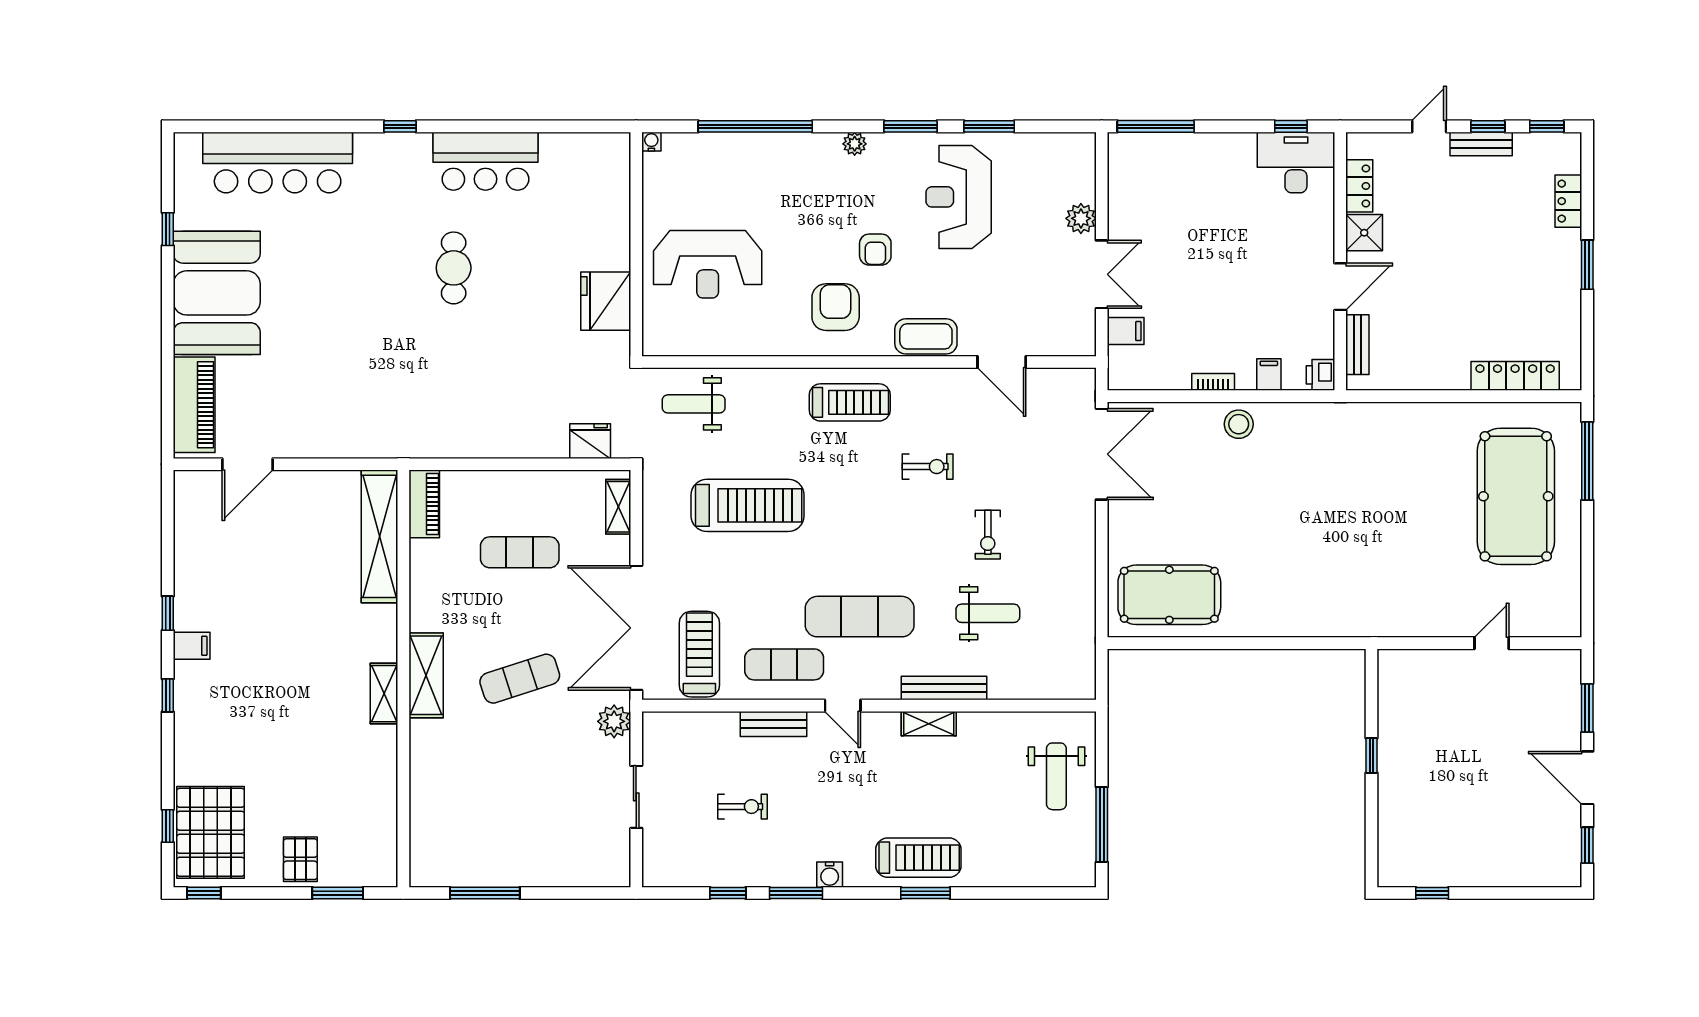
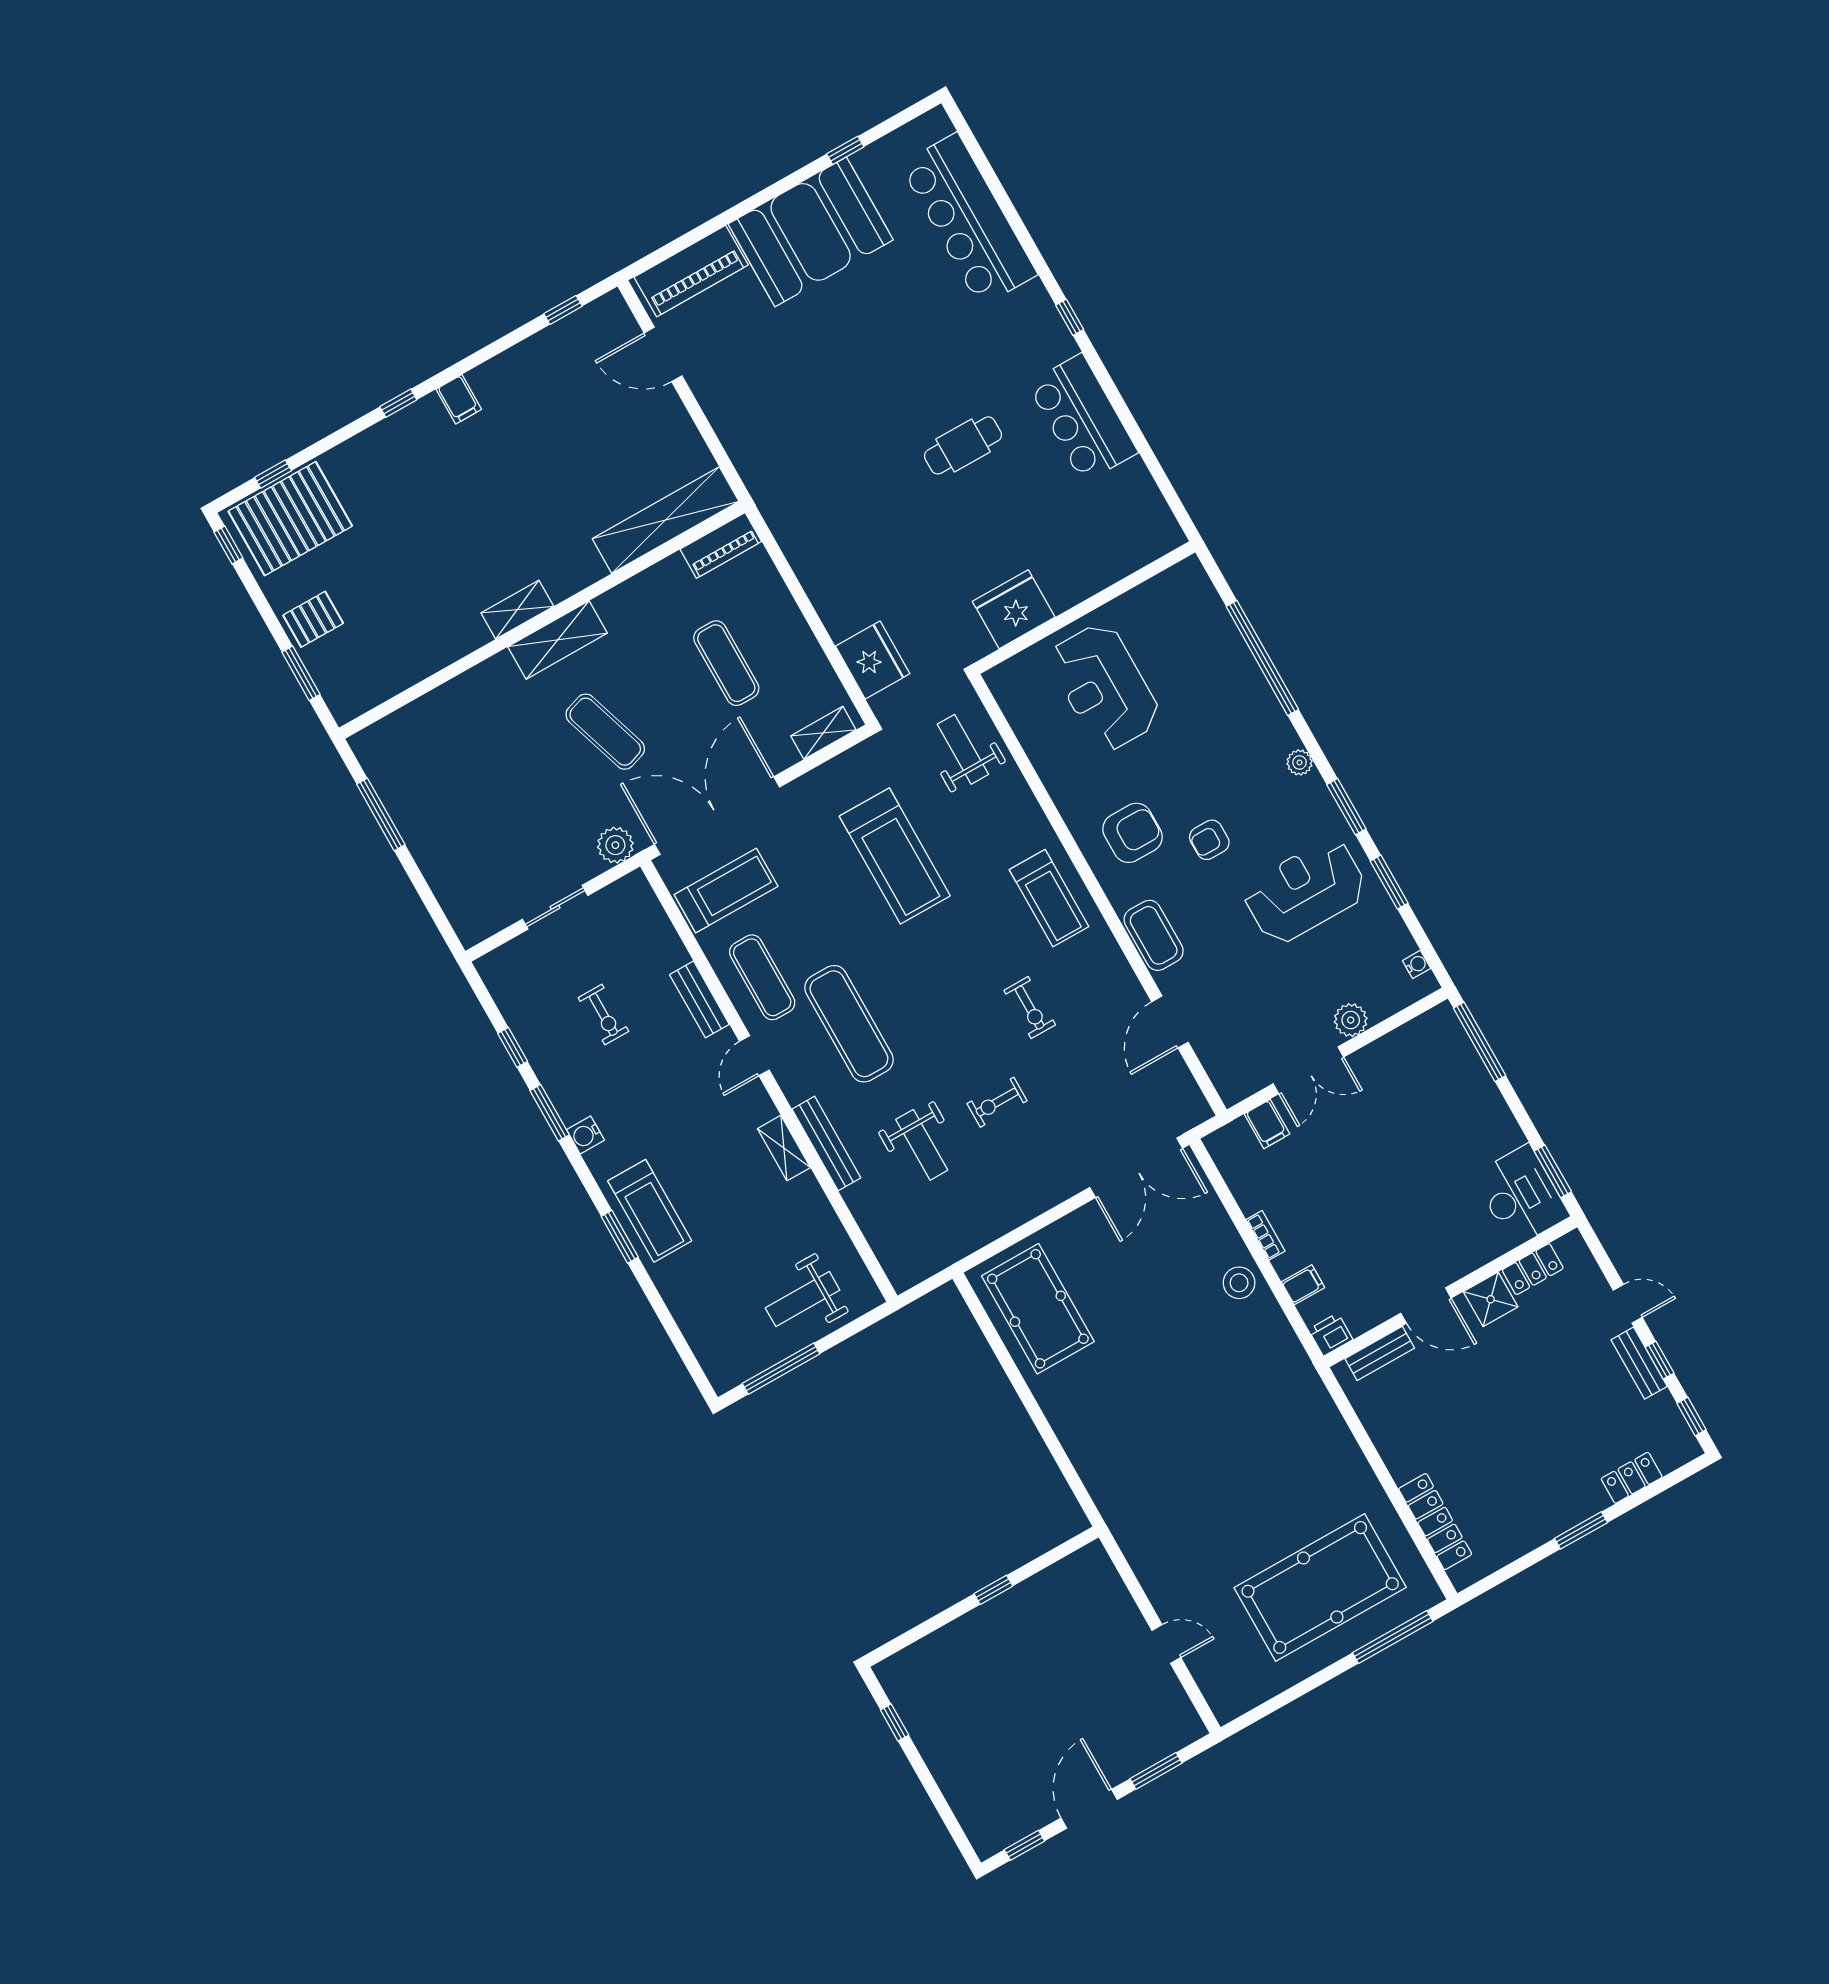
window: (1291, 126) -> (1553, 1171), width x1.50
water cooler: (651, 142) -> (1417, 964), moved
fridge: (590, 441) -> (873, 660), width x1.36, depth x1.34
window: (168, 613) -> (563, 310), moved

